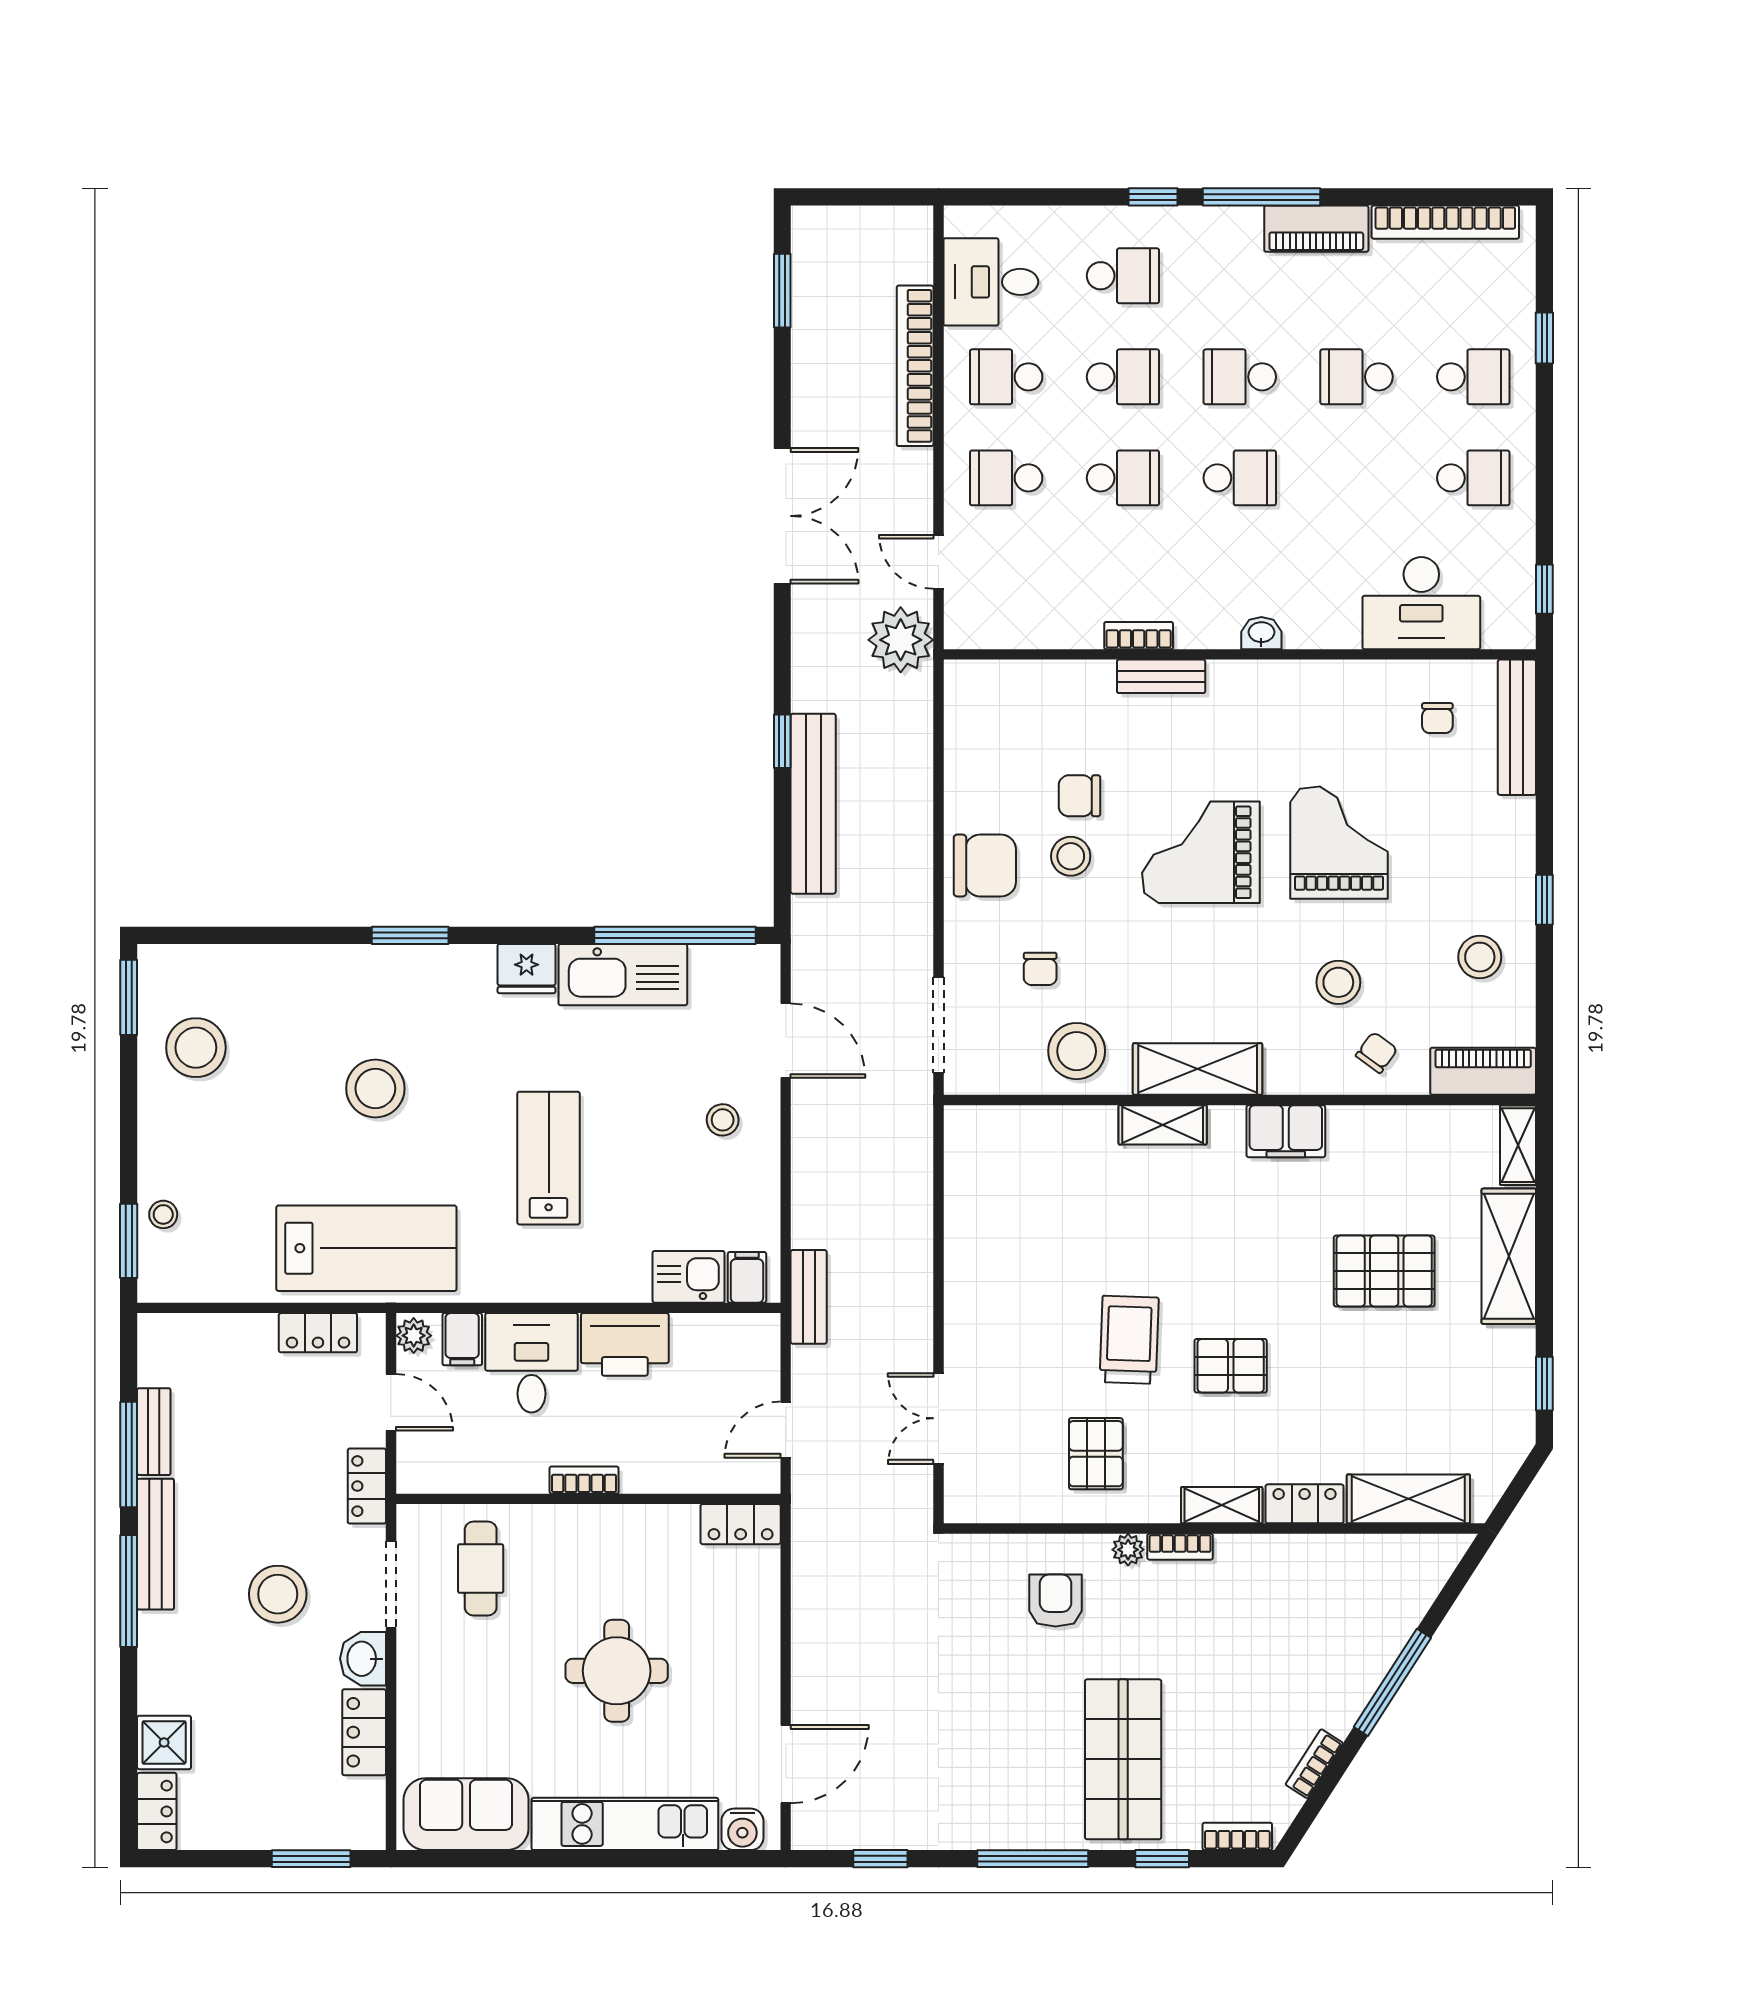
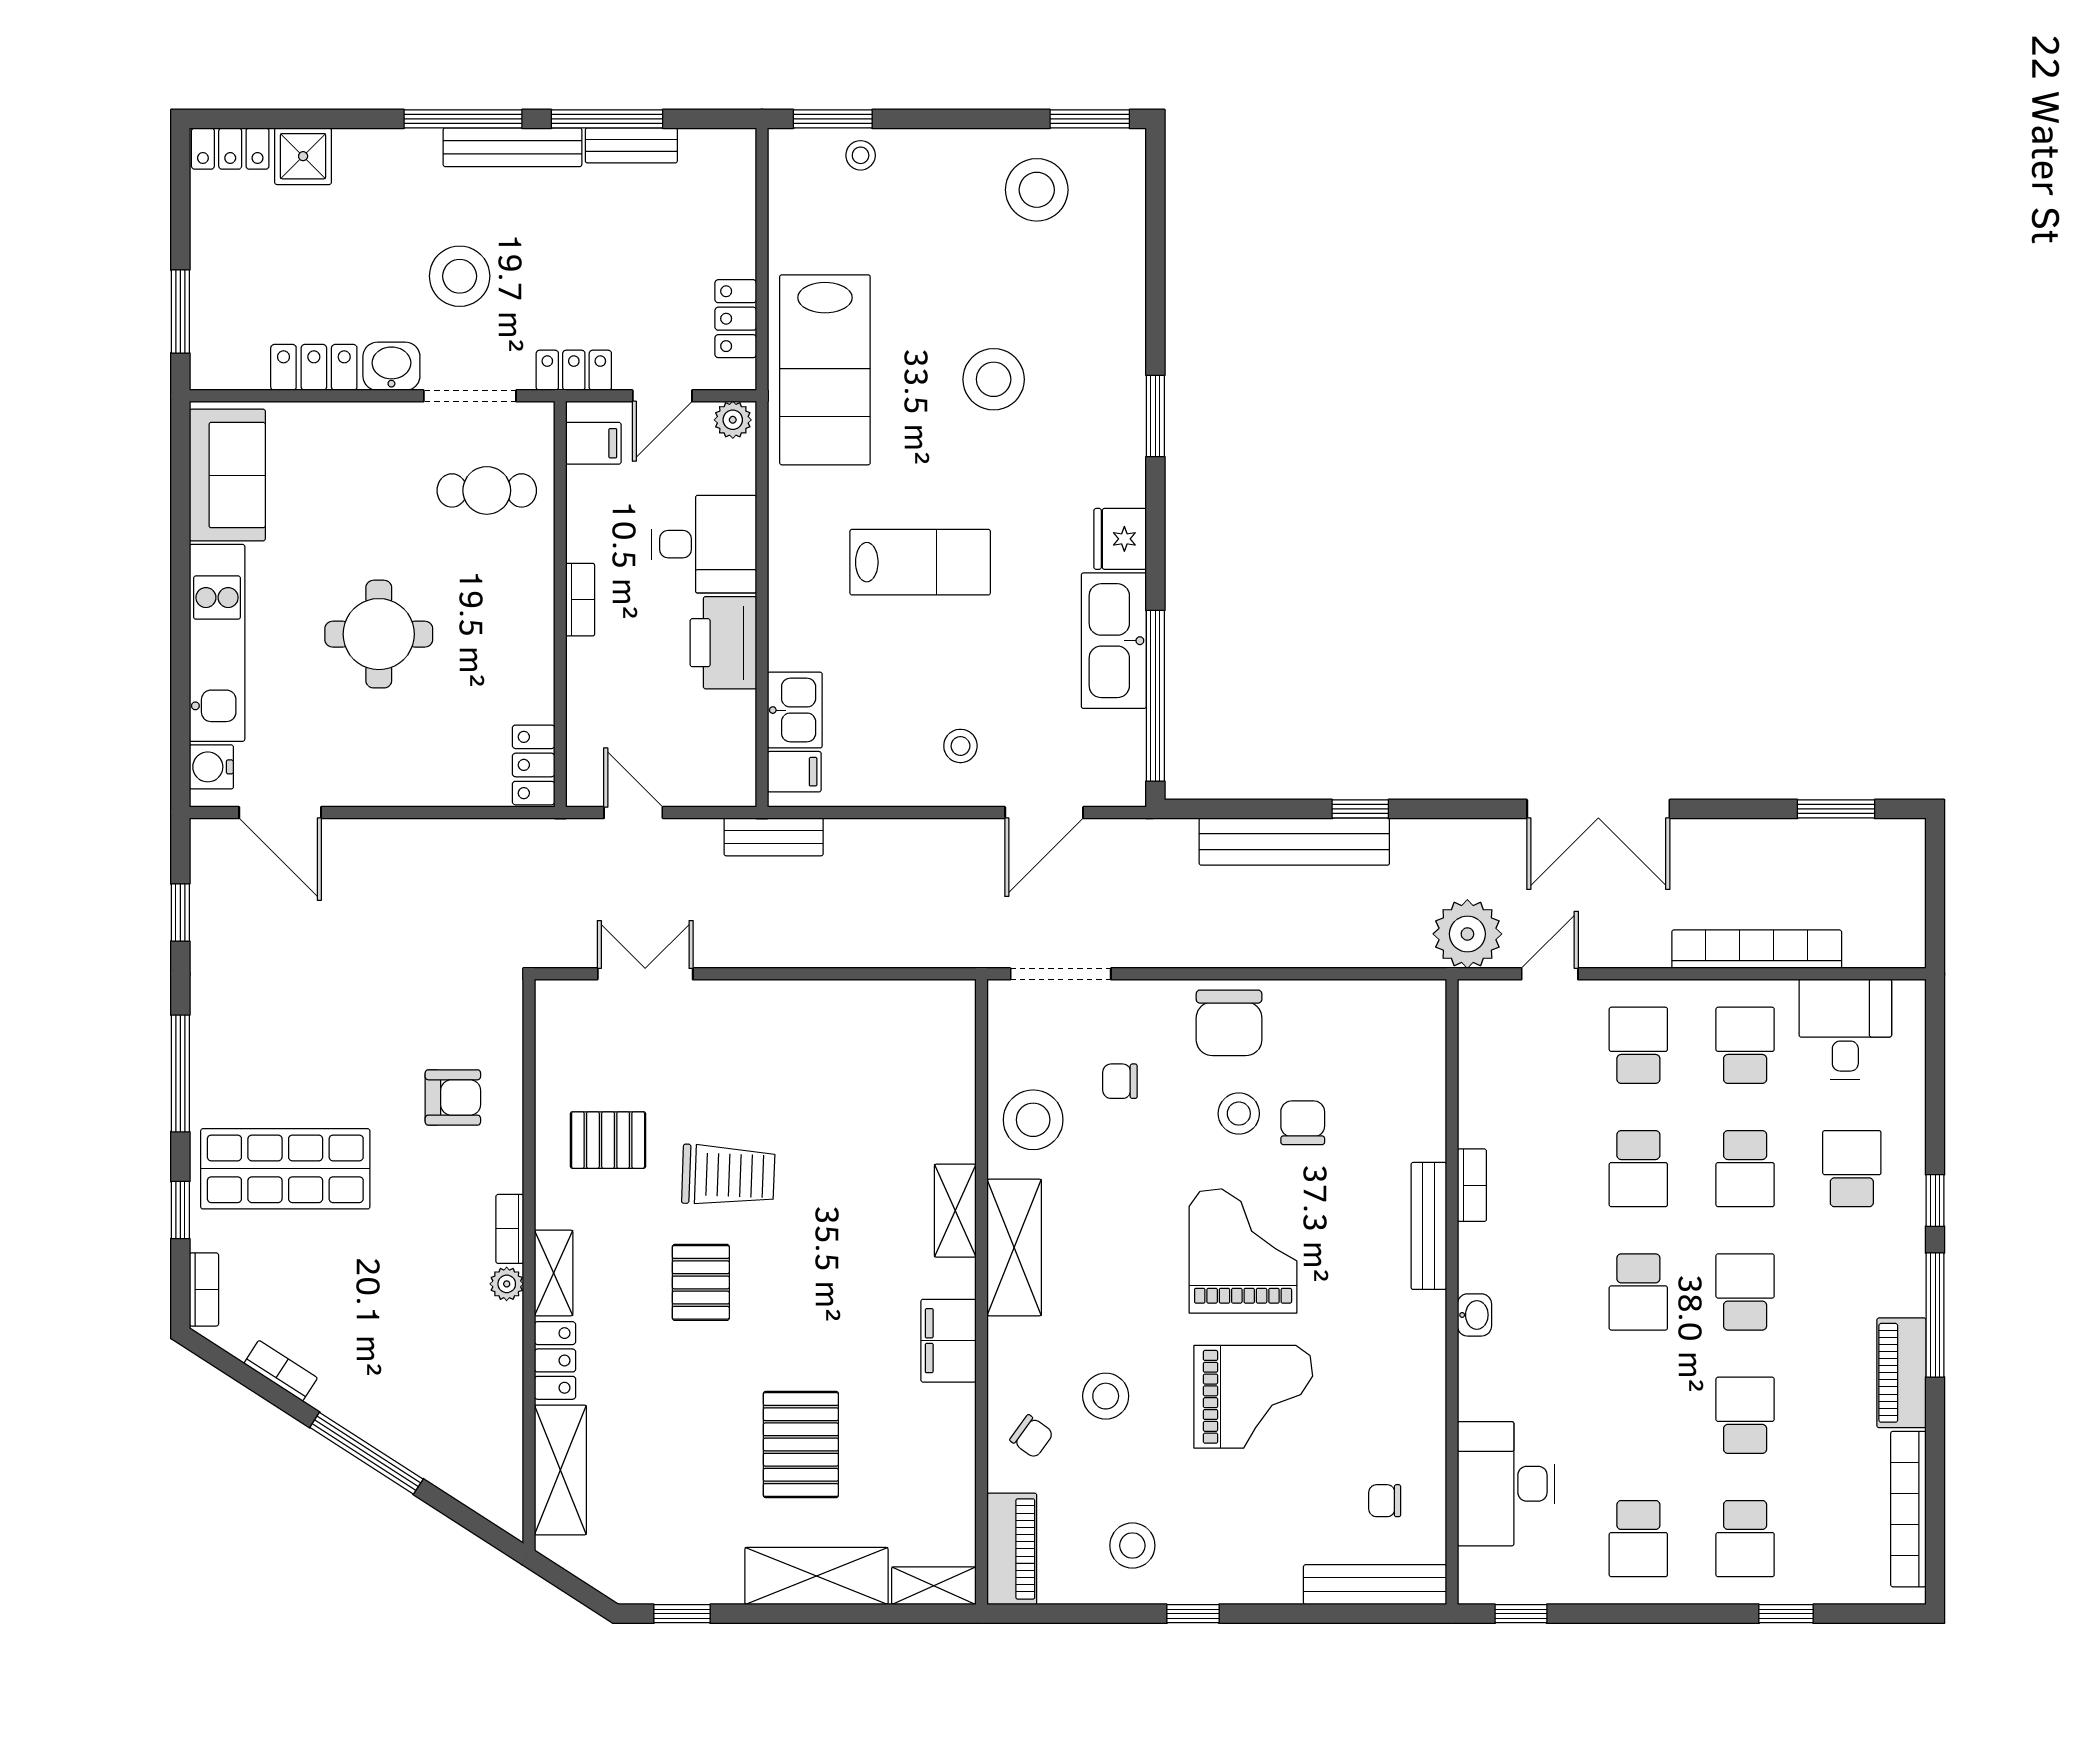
school desk: (1123, 276) -> (1852, 1169), turned 180
bench: (1161, 676) -> (1429, 1226), width x1.36
filing cabinet: (462, 1339) -> (593, 443), moved, turned 180
plant: (1128, 1550) -> (507, 1284), moved

